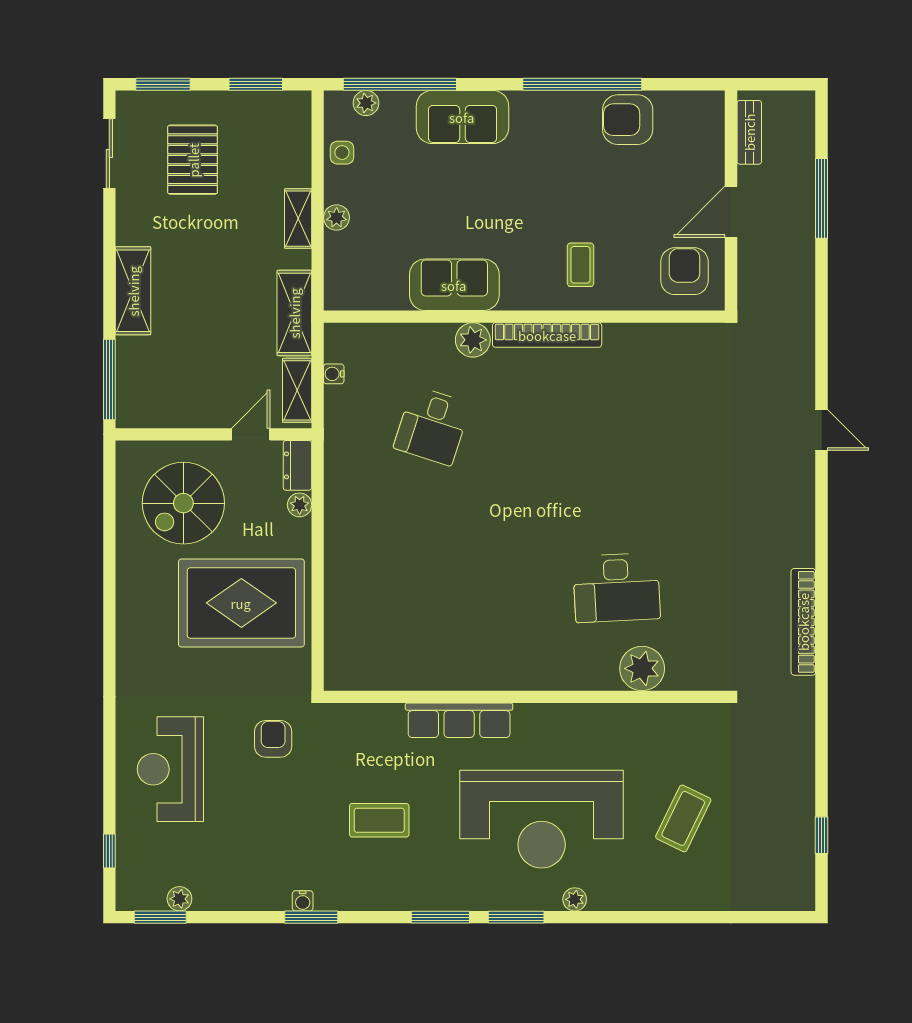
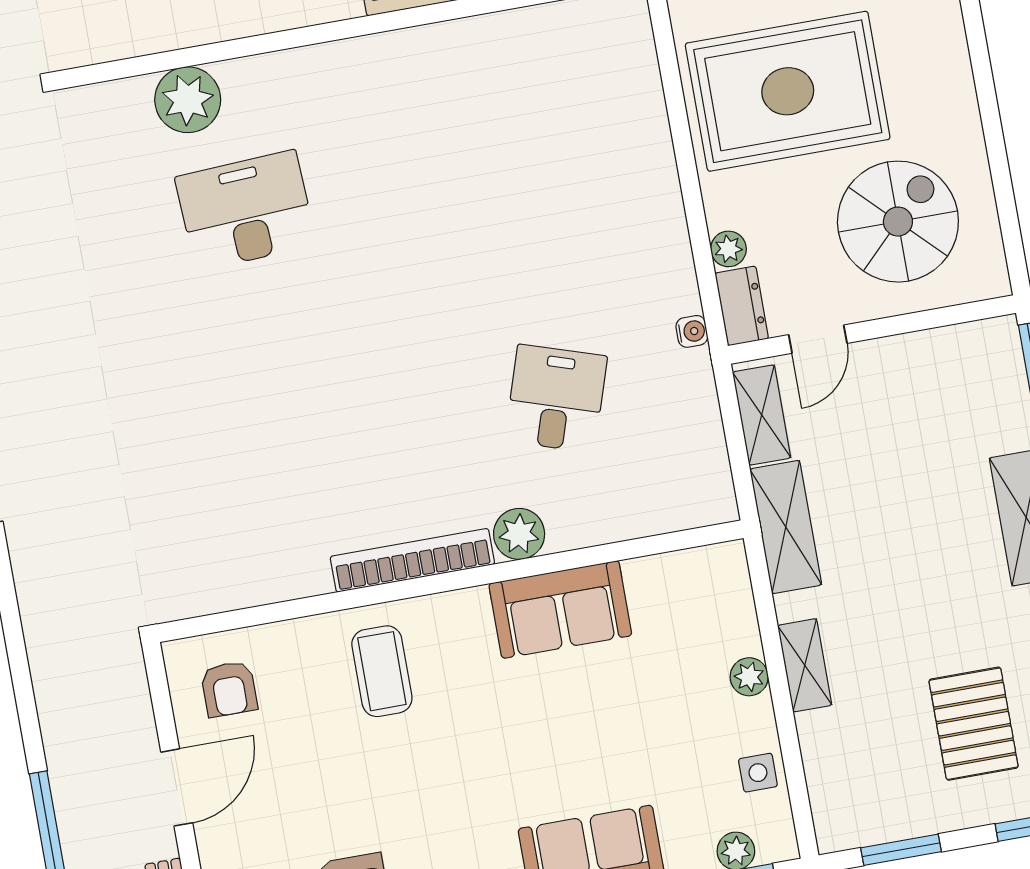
coffee table: (580, 265) -> (382, 671), width x1.36, depth x1.30
armchair: (684, 271) -> (229, 689), width x0.72, depth x0.72
water cooler: (334, 374) -> (692, 331), moved

